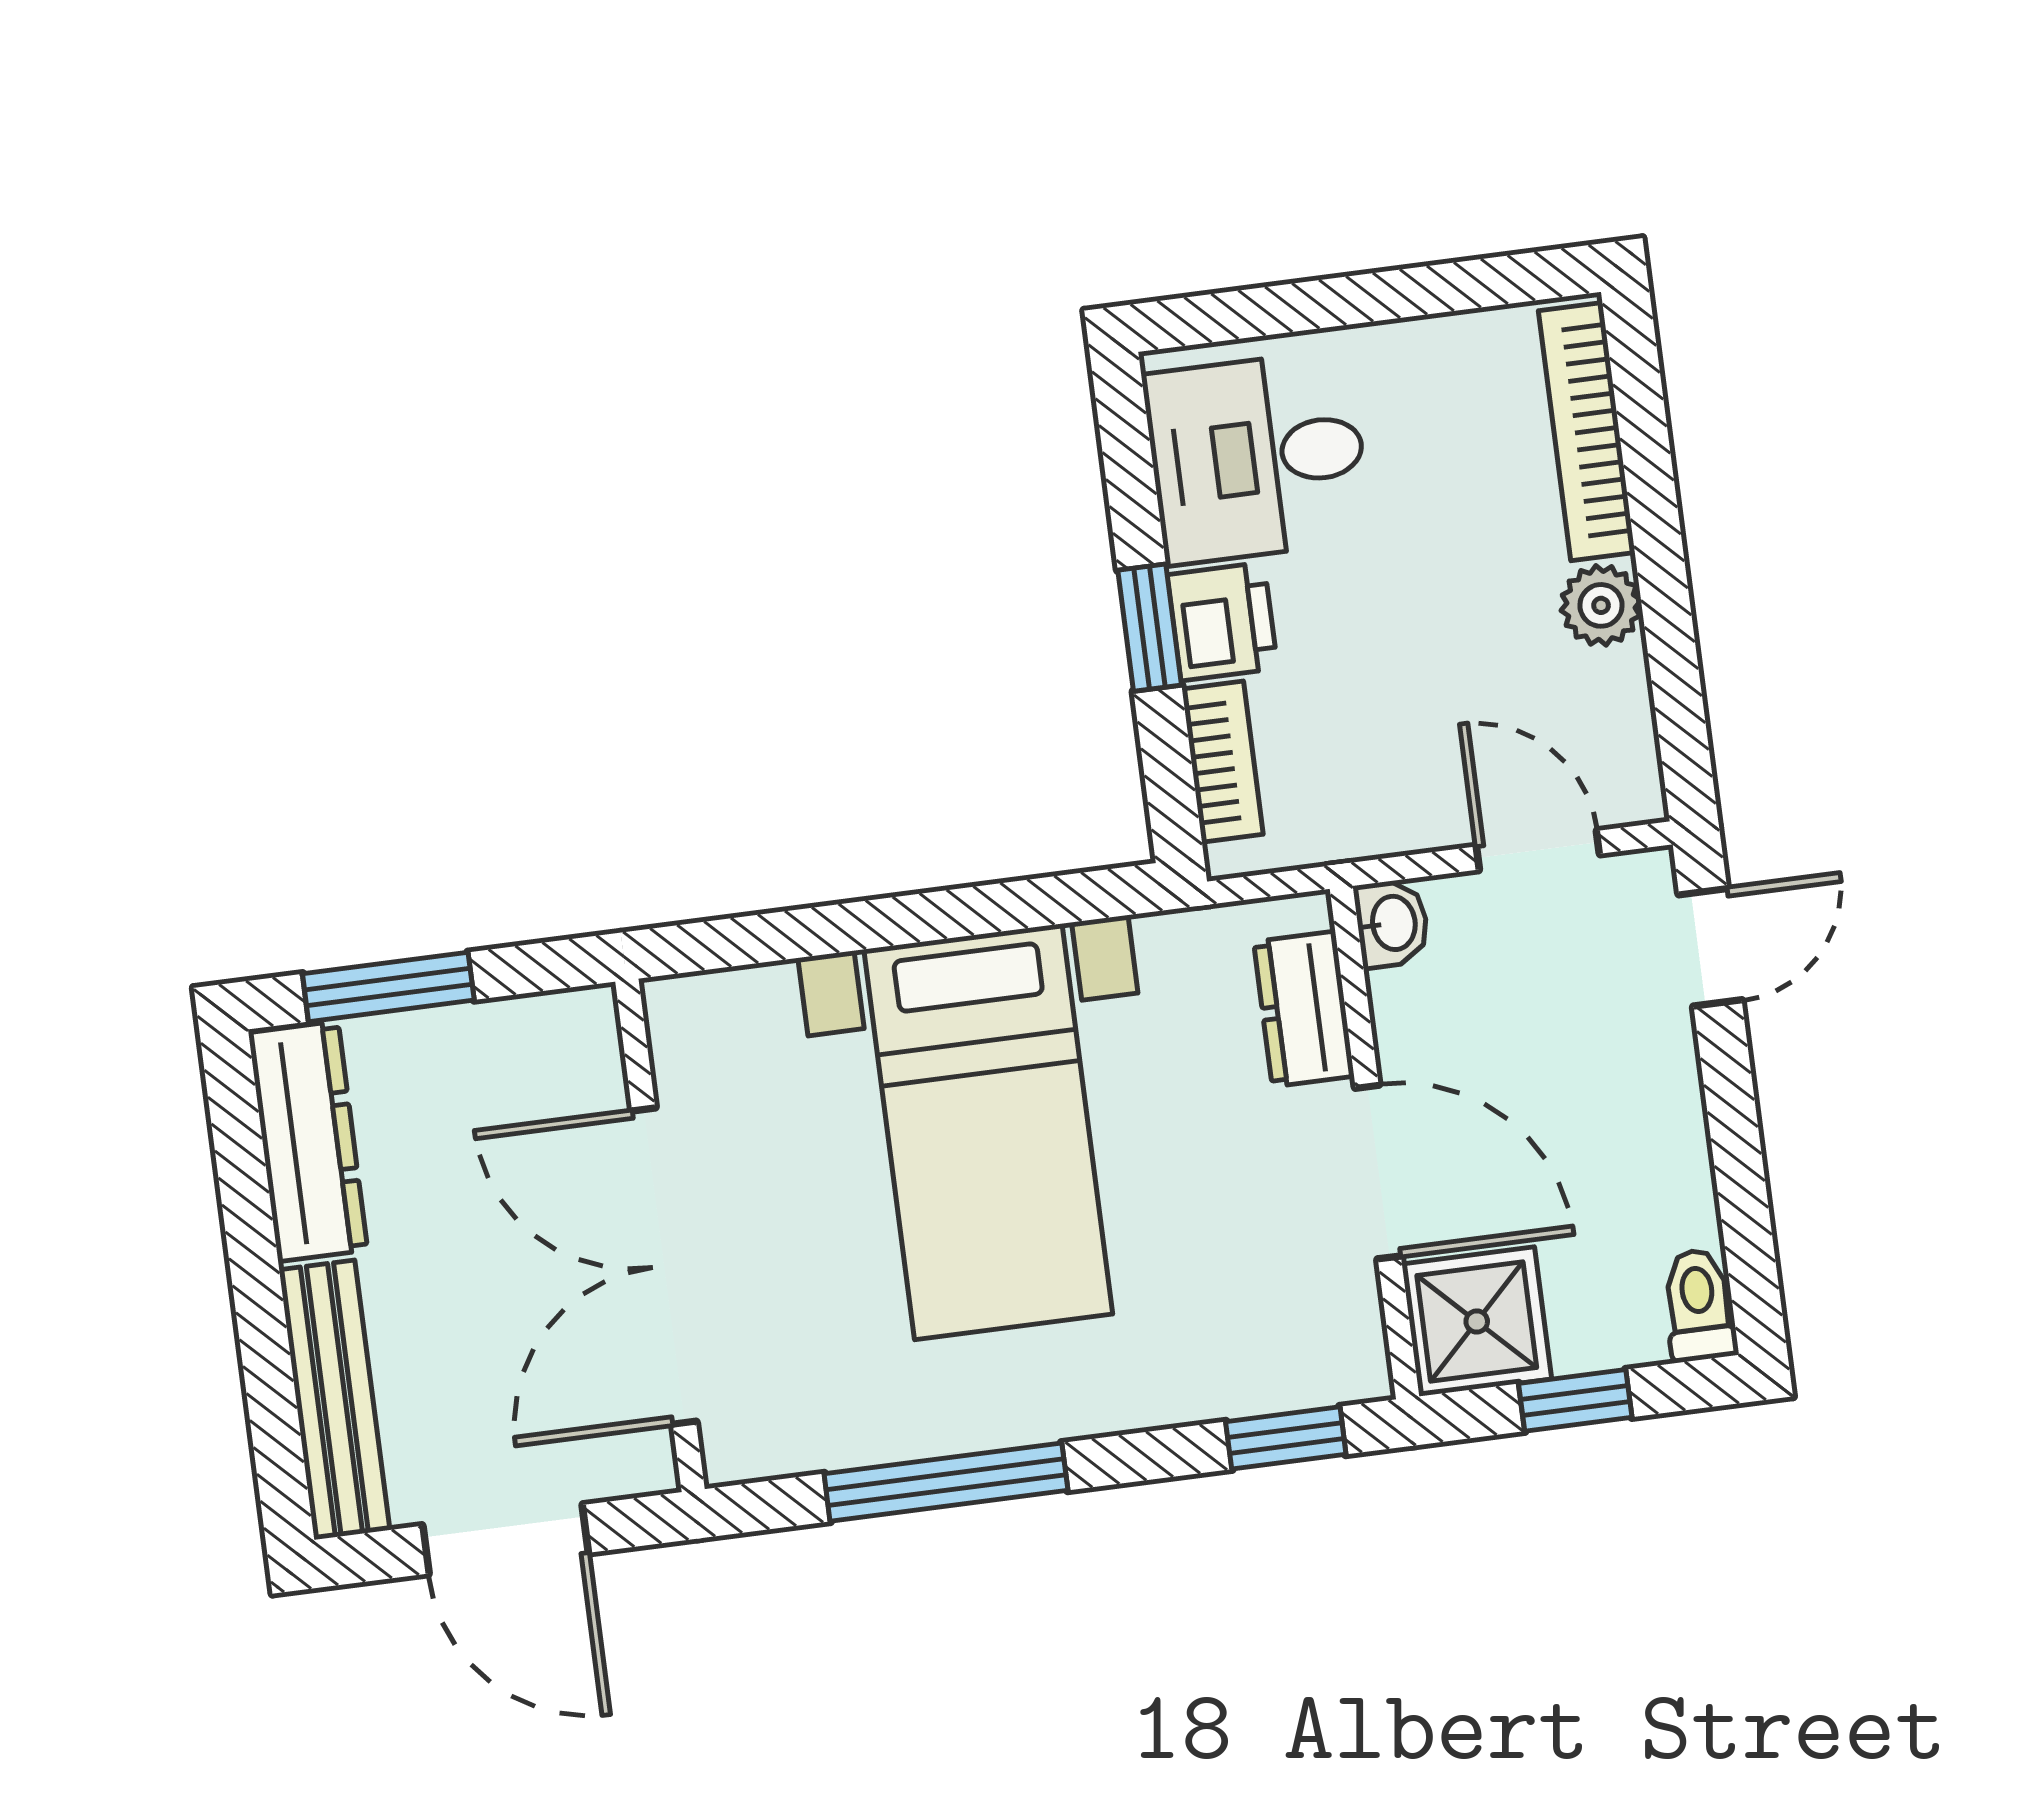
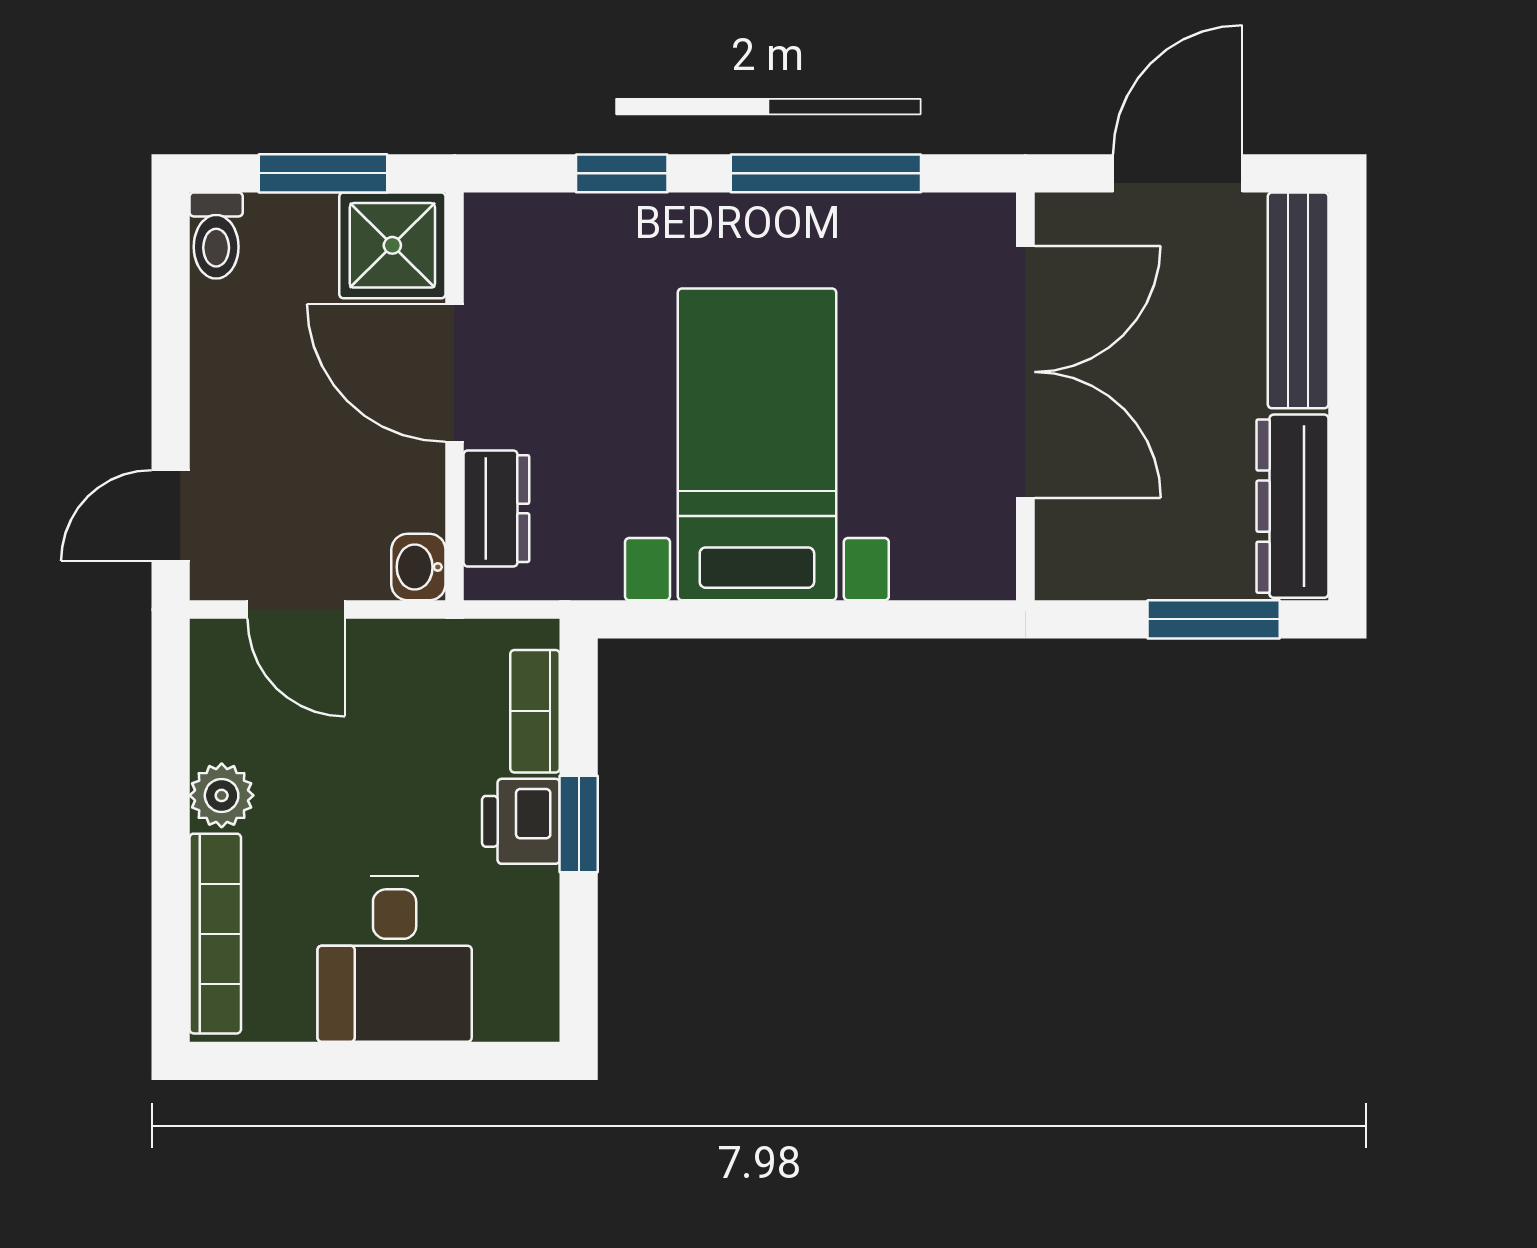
desk: (1257, 457) -> (395, 959), moved, turned 90
window: (1575, 1400) -> (323, 173), width x1.50
window: (1286, 1438) -> (622, 173), moved
door: (506, 1539) -> (1178, 173), hinge flipped

